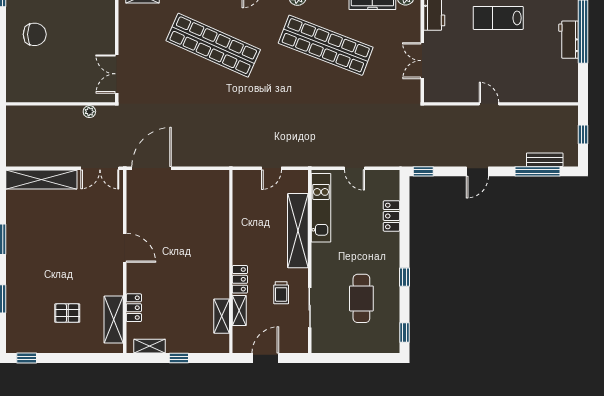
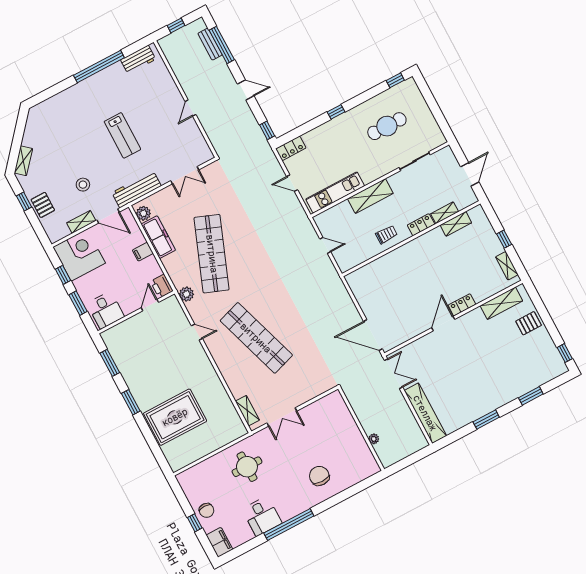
workbench: (569, 40) -> (138, 60), moved
shop shelf: (213, 45) -> (256, 338), turned -42
double door: (117, 74) -> (282, 417), moved
plant: (89, 112) -> (374, 439), moved
door: (355, 168) -> (292, 183), swing flipped
locker: (392, 216) -> (291, 148), moved
shelving: (298, 231) -> (370, 196), width x0.68
window: (405, 277) -> (336, 112), moved
trolley: (281, 293) -> (386, 235), moved
locker: (134, 308) -> (462, 305), moved
pallet: (67, 313) -> (529, 323), moved, turned 90
door: (265, 358) -> (470, 174), swing flipped

